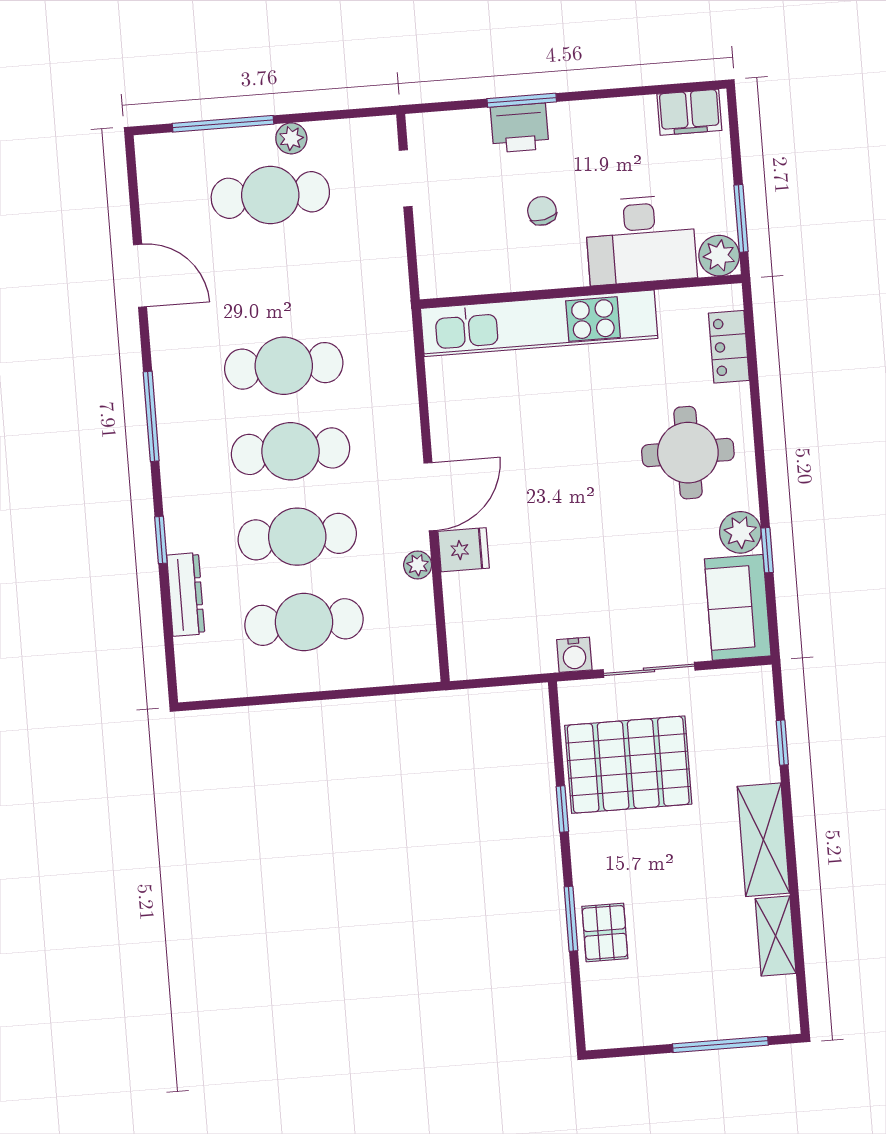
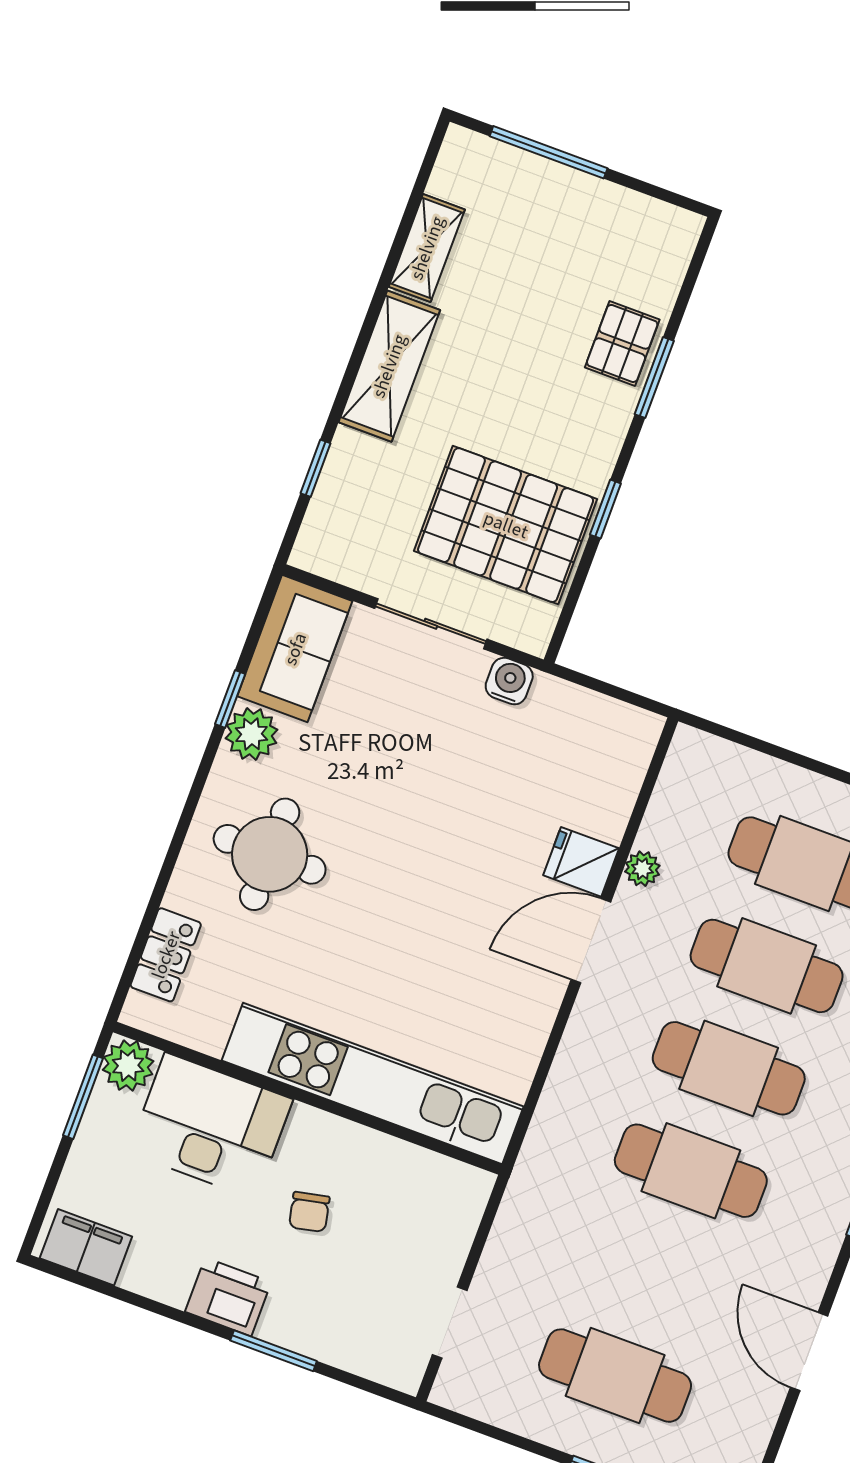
printer: (520, 128) -> (228, 1297), moved
plant: (291, 138) -> (561, 1430), removed

